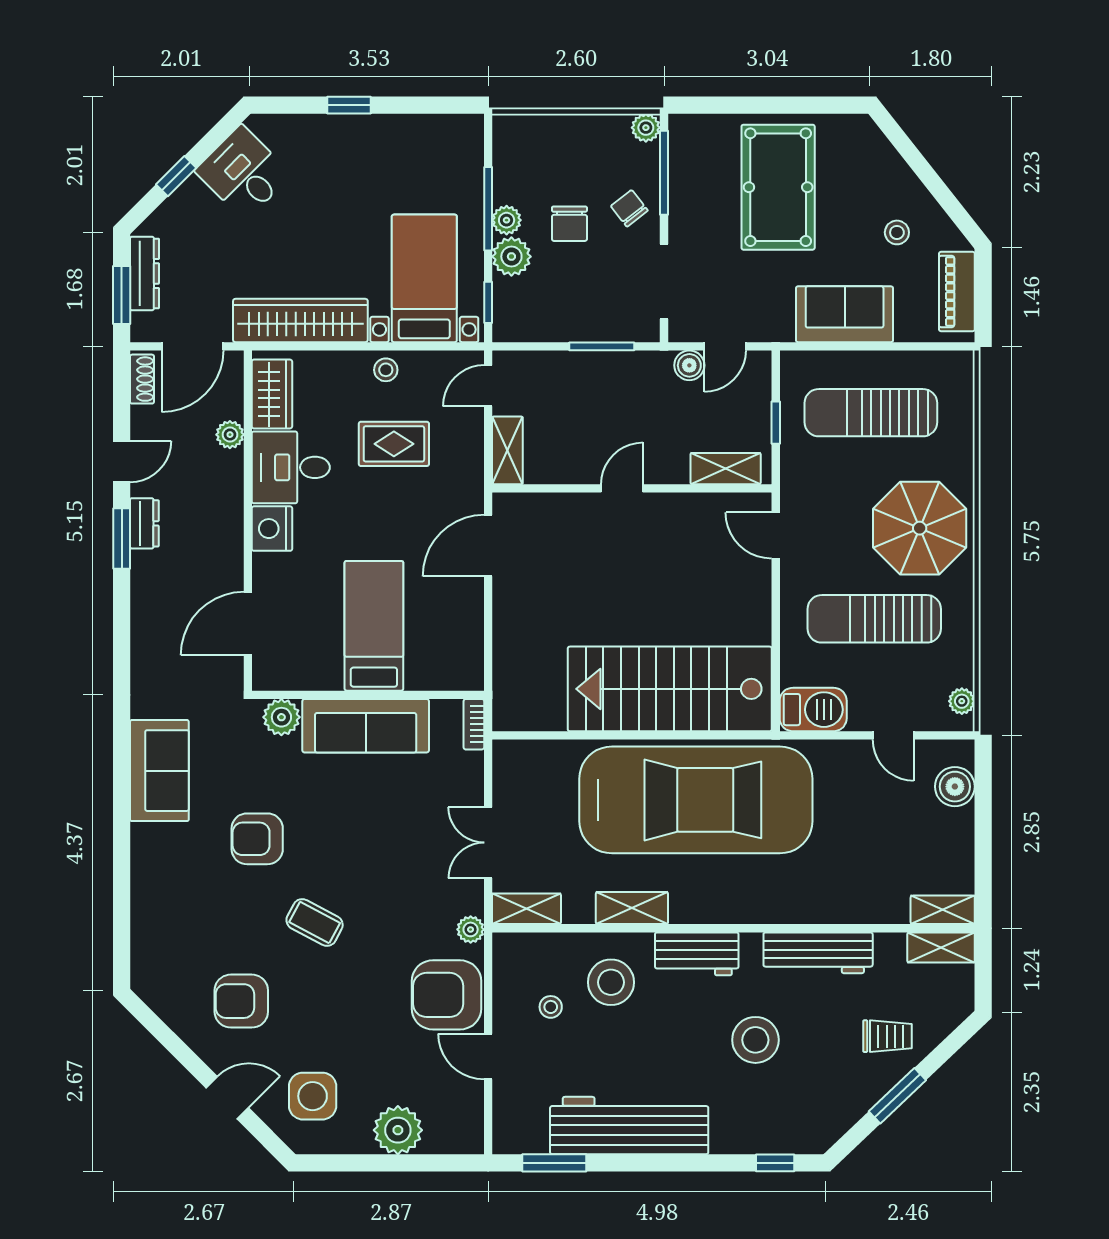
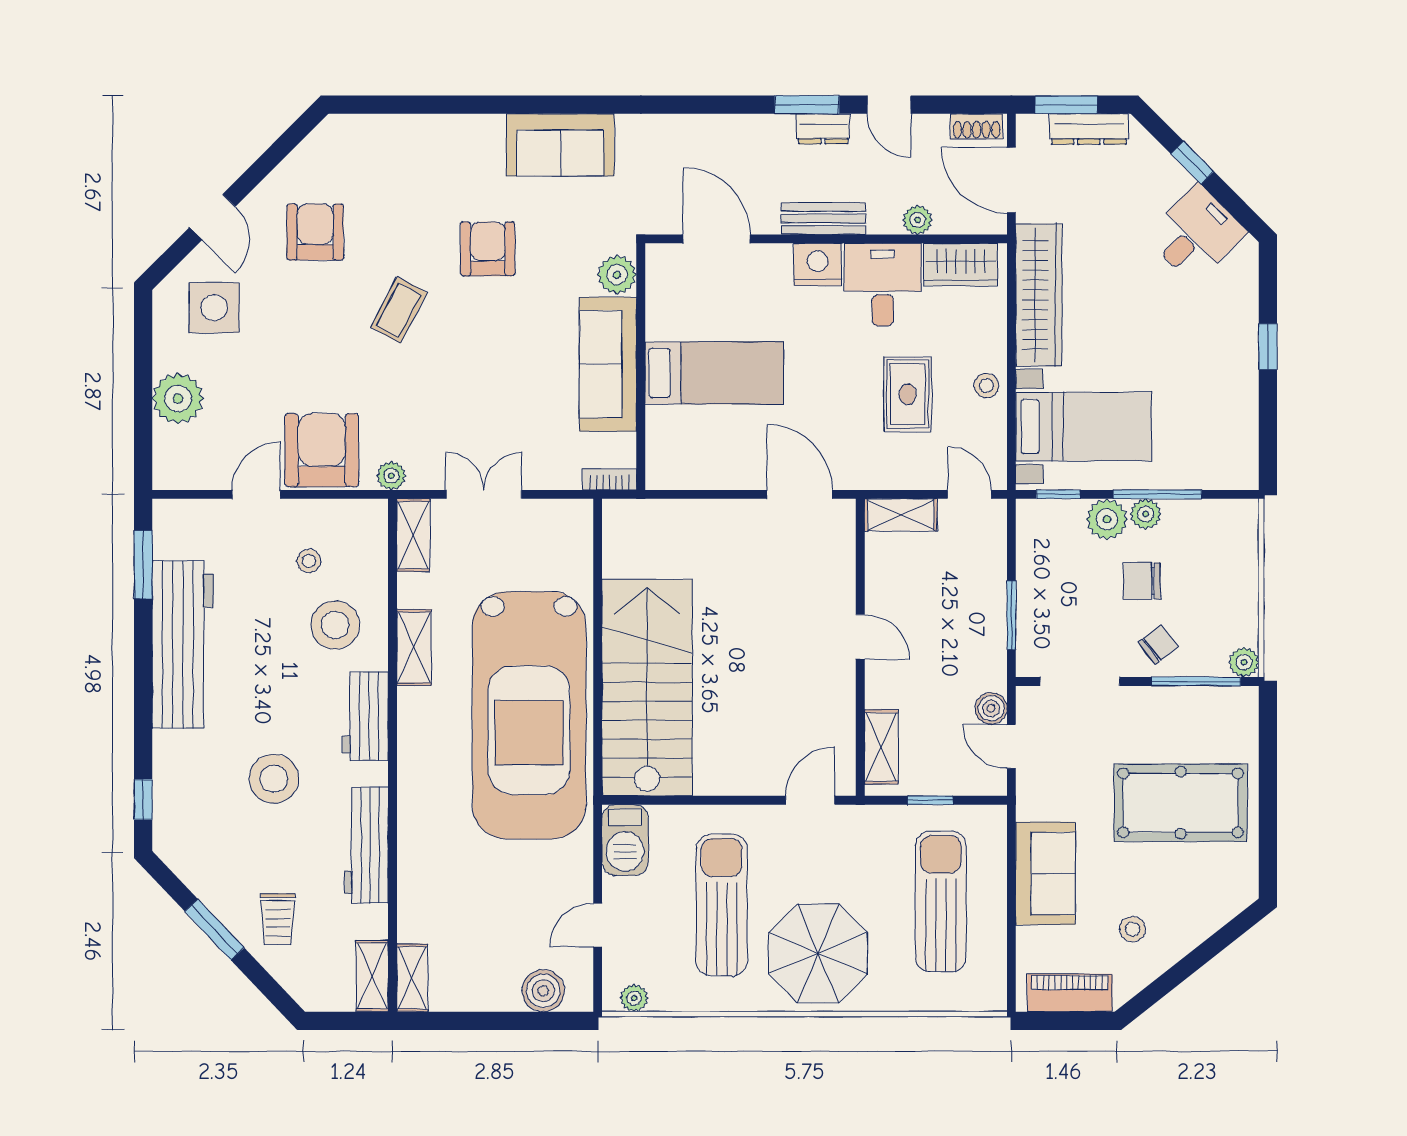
bench: (229, 523) -> (823, 218), added

